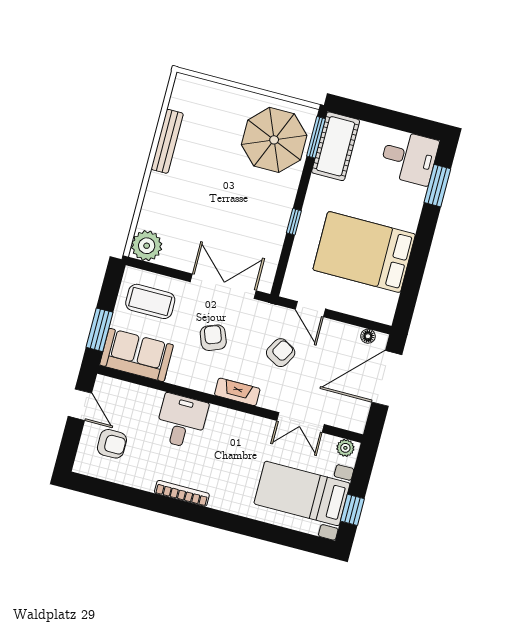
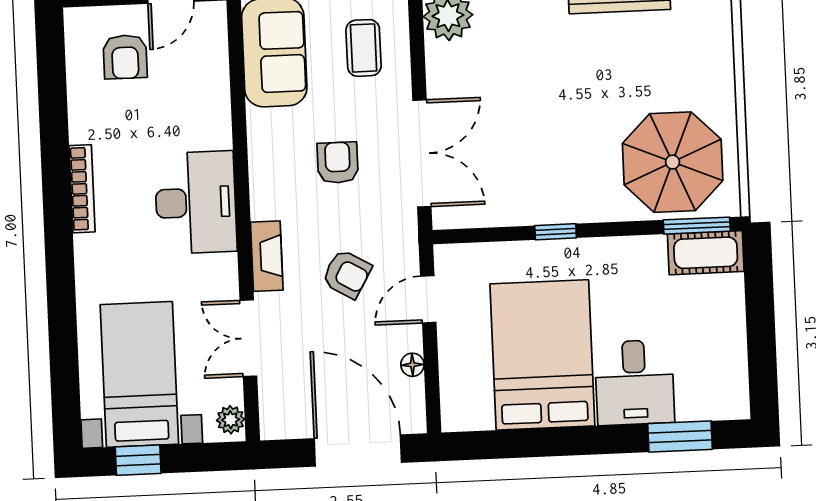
cot: (336, 146) -> (706, 253), width x0.73, depth x0.75
desk: (409, 157) -> (635, 383), moved
coffee table: (150, 301) -> (364, 48), width x0.73, depth x0.77
floor lamp: (368, 336) -> (412, 365), moved
armchair: (213, 338) -> (338, 163), turned -69
fireplace: (237, 392) -> (267, 256), moved
desk: (182, 421) -> (196, 202), moved, width x1.37

